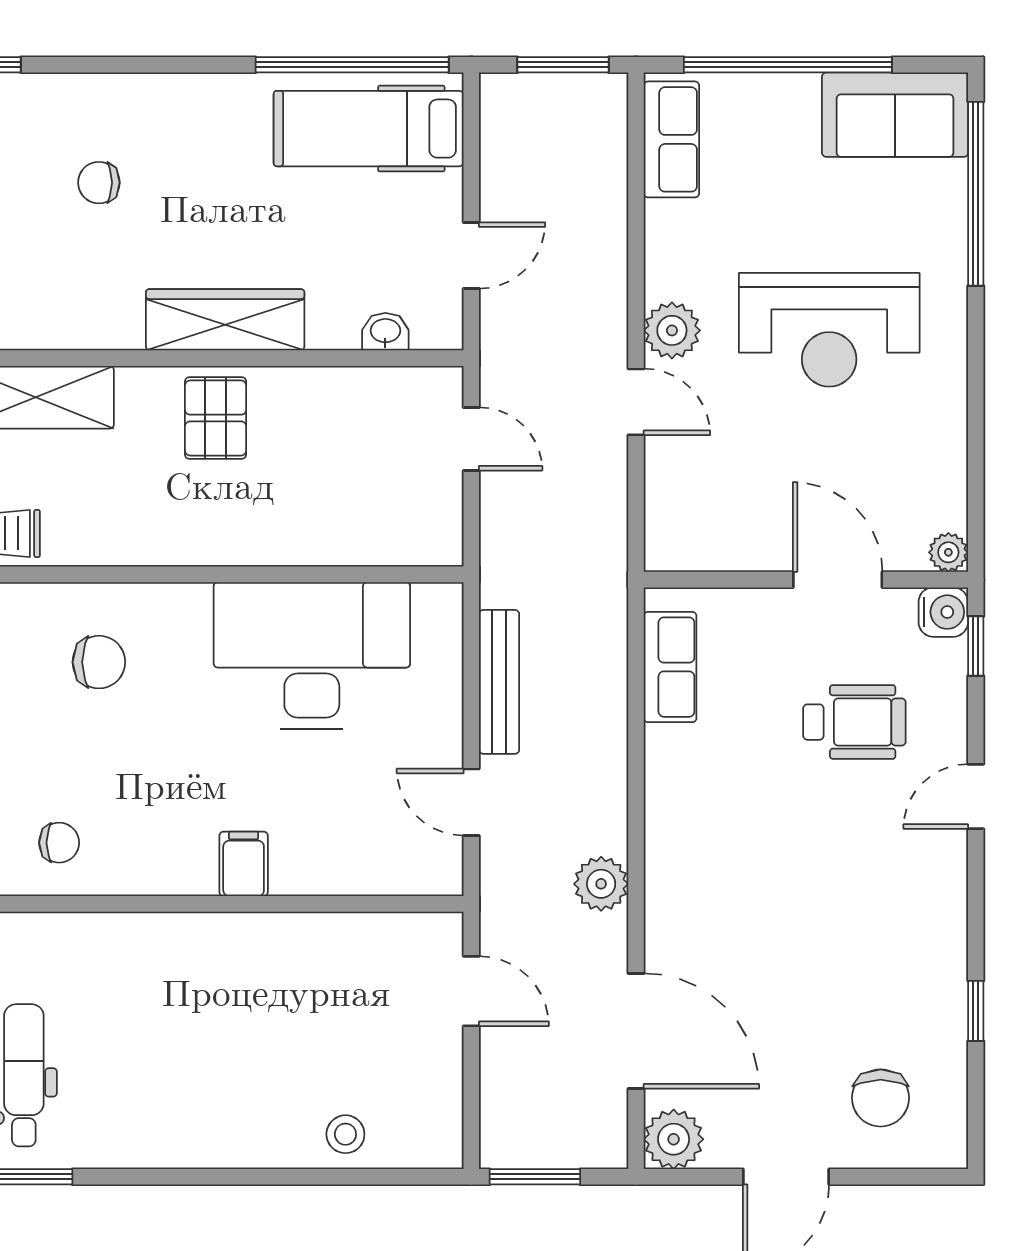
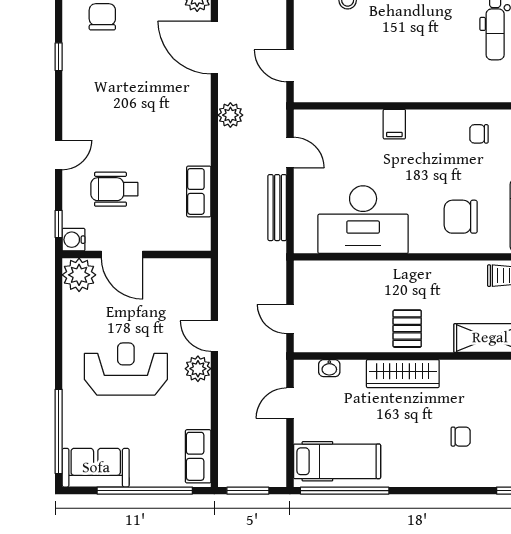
plant: (948, 552) -> (79, 275), width x1.88, depth x1.88
chair: (99, 662) -> (461, 217), width x1.37, depth x1.37
row of seats: (670, 667) -> (199, 191), moved

